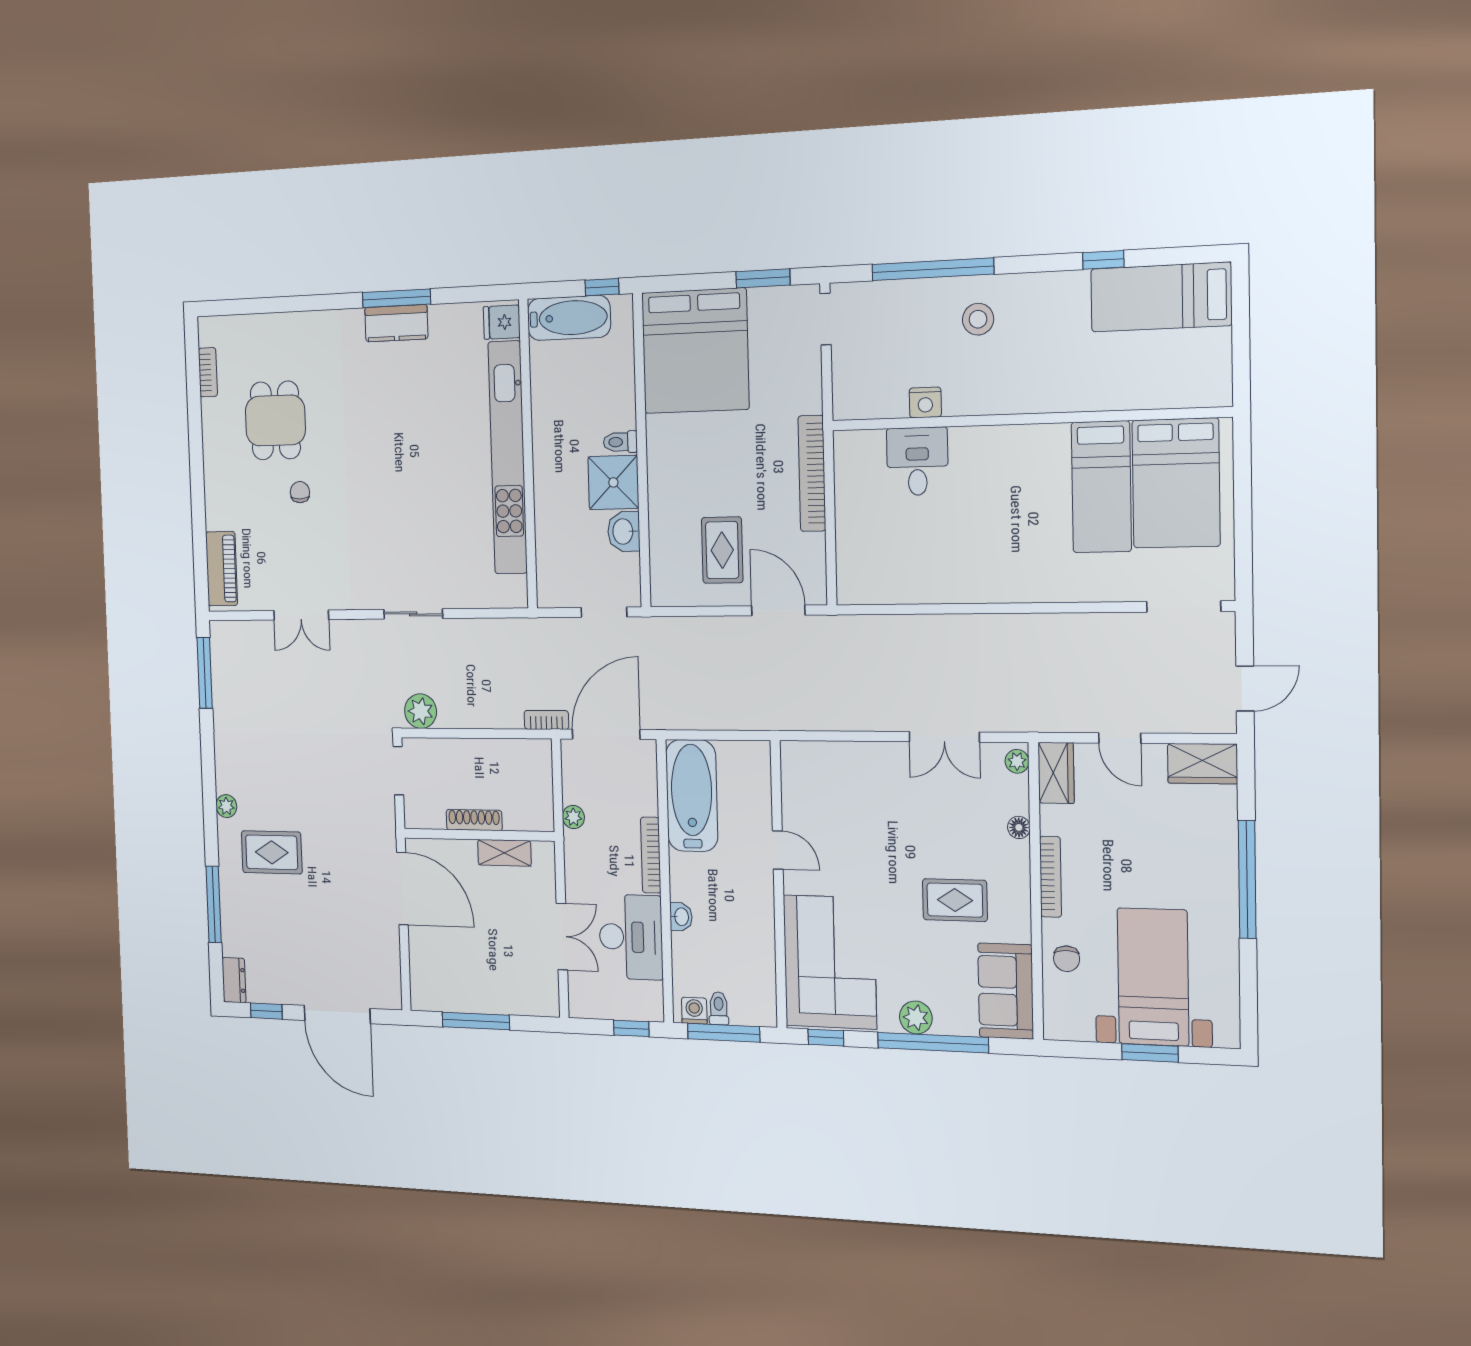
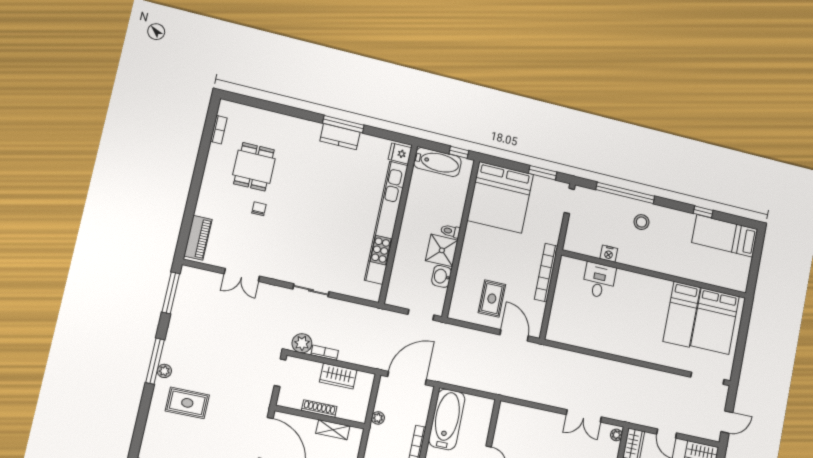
bookcase: (546, 720) -> (325, 353), moved
wardrobe: (492, 756) -> (338, 376), added
window: (214, 904) -> (155, 361), moved

